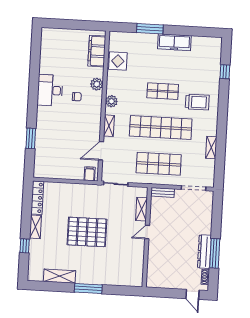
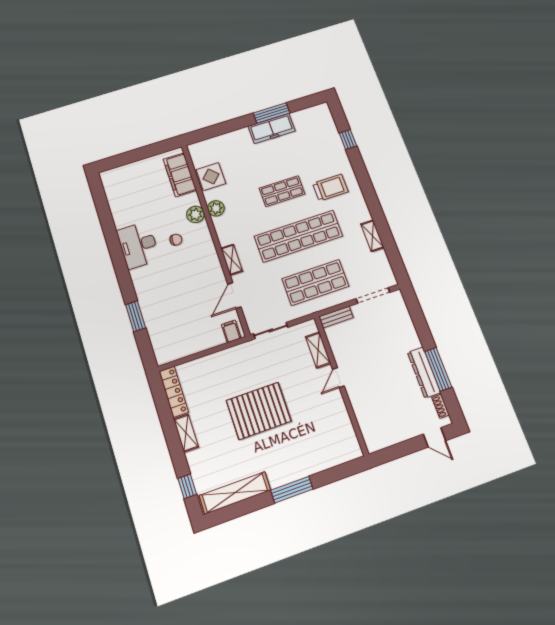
window: (150, 29) -> (272, 113), moved
plant: (111, 101) -> (216, 208), moved
window: (25, 246) -> (187, 486), moved
shelving: (59, 276) -> (235, 493), width x1.47

